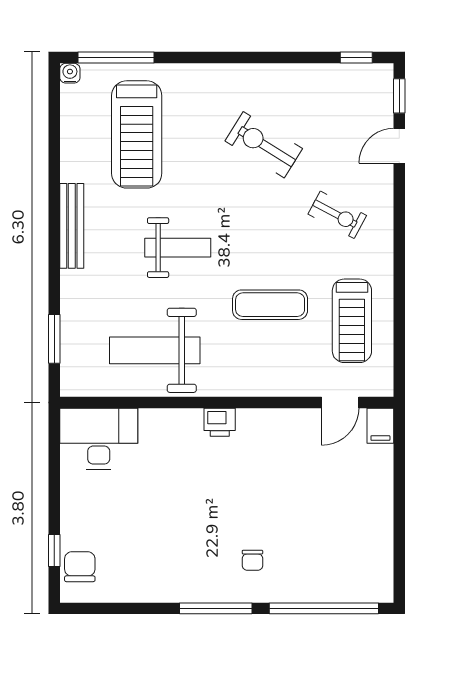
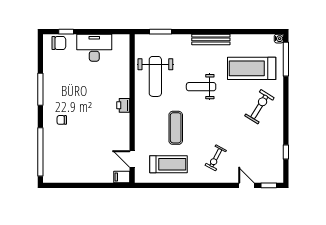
window: (356, 58) -> (286, 152), moved
exercise bike: (264, 145) -> (259, 107), moved
weight bench: (178, 248) -> (201, 87), turned 90
treadmill: (352, 321) -> (168, 164), turned 180
weight bench: (155, 350) -> (155, 76), turned 180
desk: (99, 439) -> (94, 48), moved, turned -90
window: (216, 608) -> (40, 89), moved

